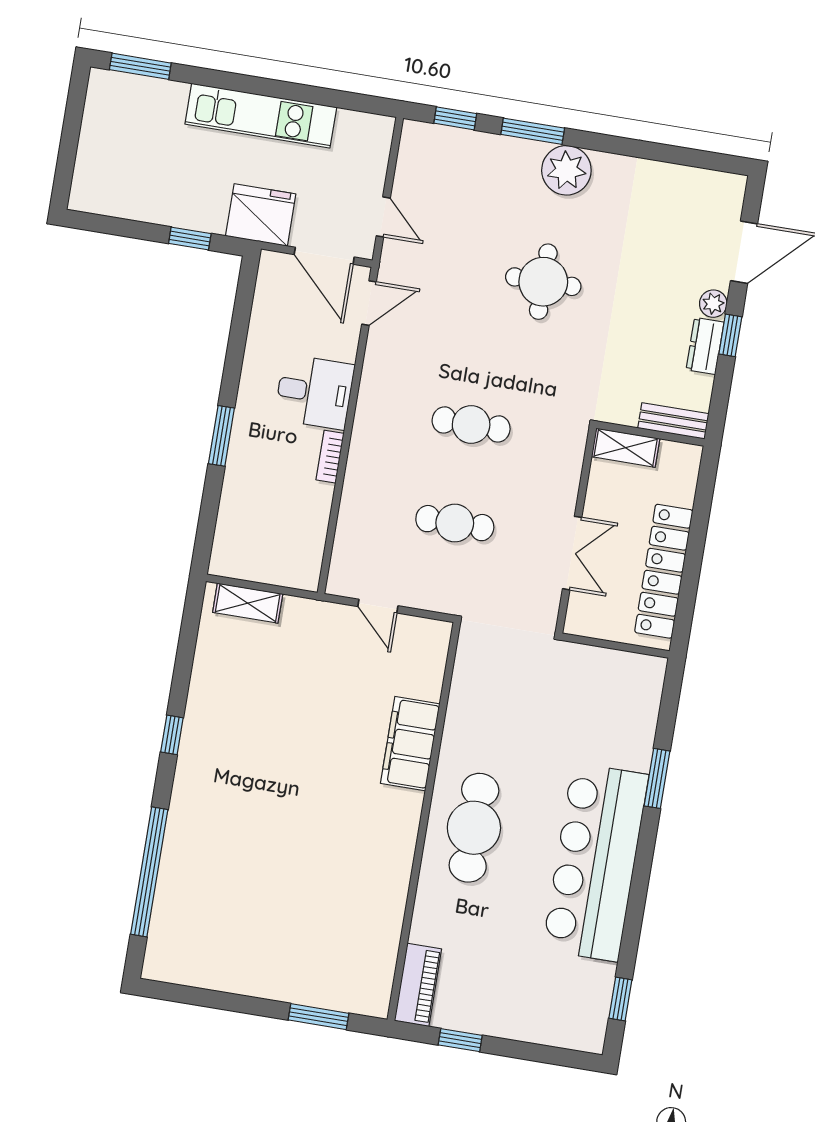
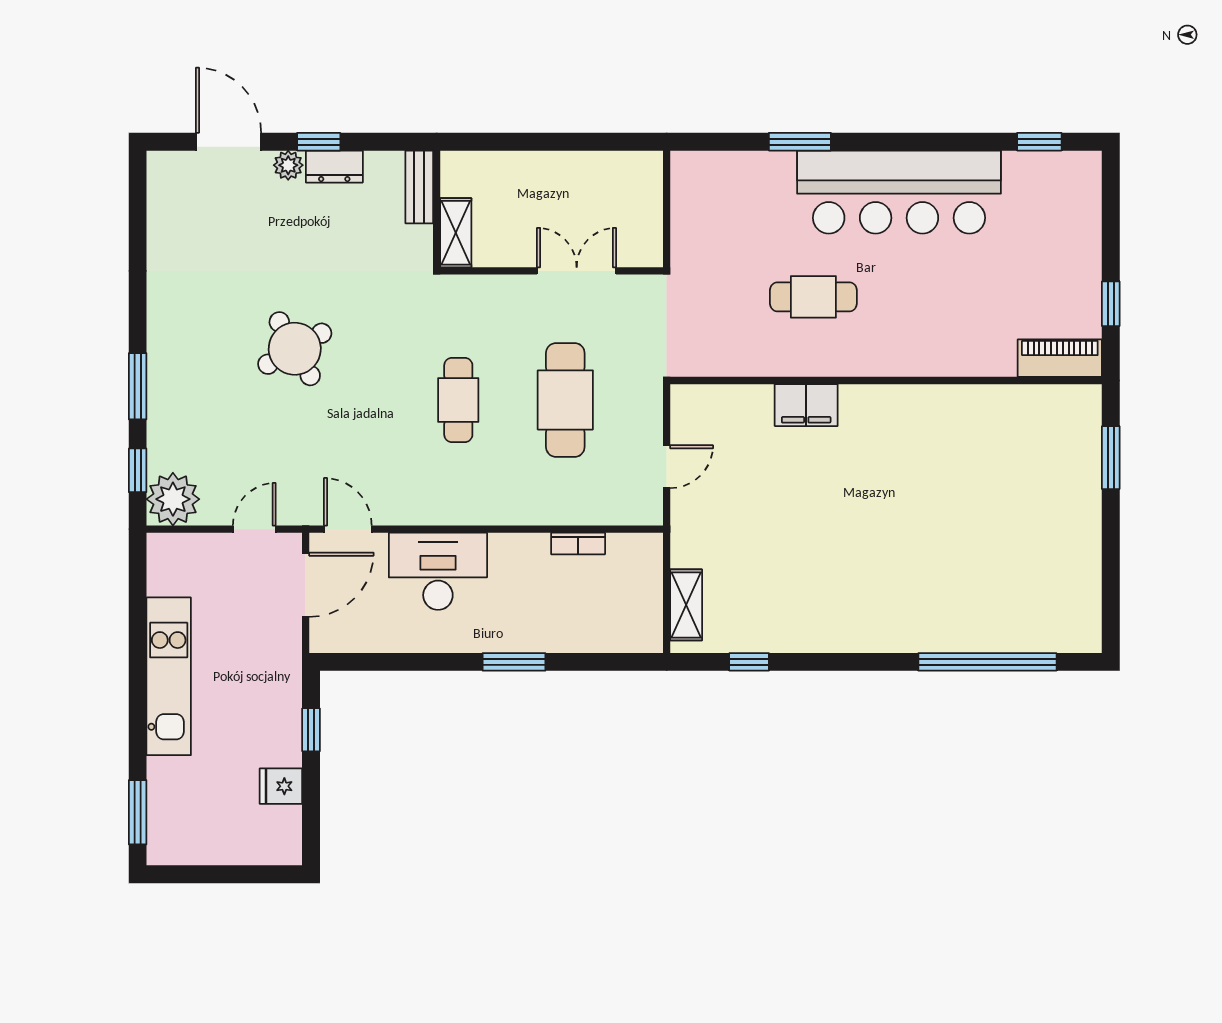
plant: (566, 170) -> (173, 499), moved
fridge: (261, 215) -> (281, 786), moved, width x0.53, depth x0.75
round table: (543, 282) -> (295, 349), turned -30
desk: (314, 392) -> (438, 571), width x1.37
bookcase: (330, 457) -> (578, 543), moved
cafe table: (455, 523) -> (565, 400), width x1.37, depth x1.35
locker: (664, 571) -> (580, 171), removed
window: (172, 735) -> (749, 662), moved
filing cabinet: (410, 744) -> (806, 405), width x0.67, depth x0.86
cafe table: (474, 828) -> (813, 297), moved, width x0.73, depth x0.74

